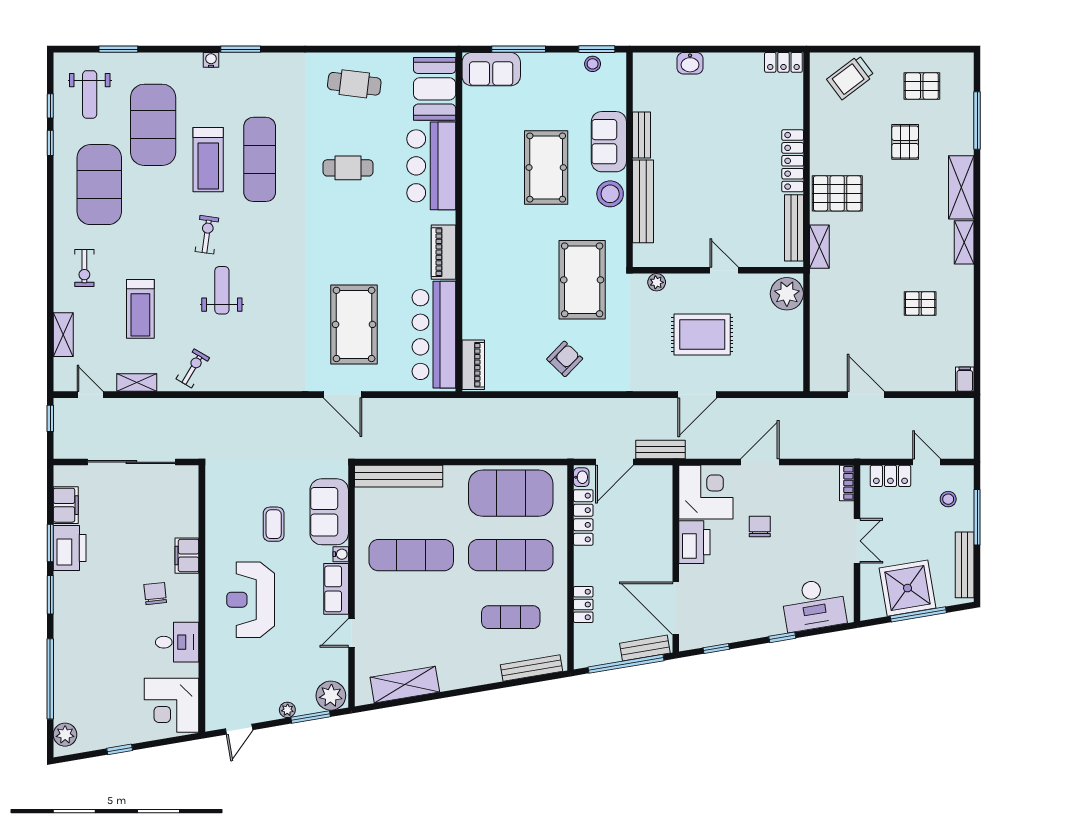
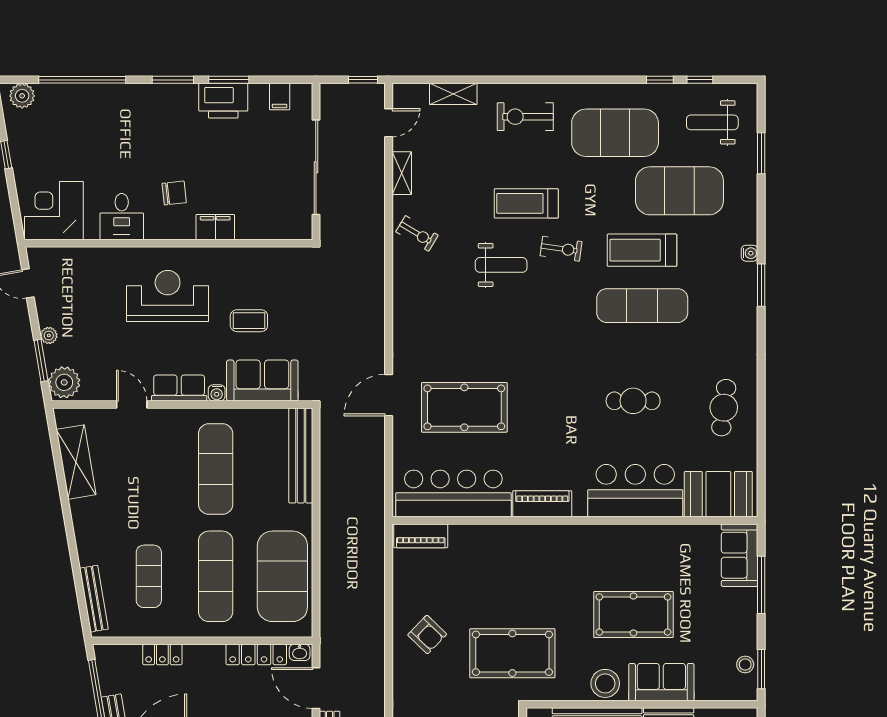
cafe table: (348, 168) -> (633, 401), turned 90
exercise bike: (84, 268) -> (525, 117), width x1.38, depth x1.39
treadmill: (140, 309) -> (526, 203), moved
filing cabinet: (66, 505) -> (280, 97), width x0.50

